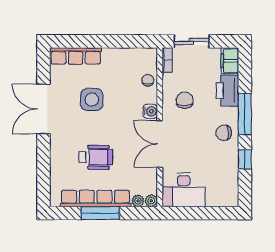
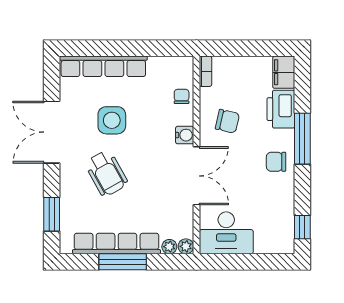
sliding door: (191, 41) -> (236, 48), removed
row of seats: (76, 56) -> (103, 66), width x1.36
chair: (185, 100) -> (227, 121), turned 103
double door: (160, 144) -> (196, 176), swing flipped
wheelchair: (96, 157) -> (106, 173), moved, turned 61
window: (245, 159) -> (302, 227), moved
window: (44, 175) -> (52, 214), added

